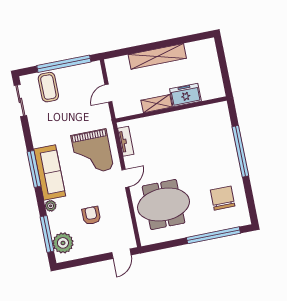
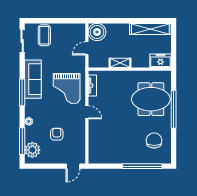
shelving: (157, 56) -> (150, 29), moved
window: (64, 64) -> (59, 21), removed
boiler: (118, 69) -> (97, 32), added
freezer: (185, 95) -> (161, 61), moved
sofa: (50, 172) -> (33, 79), moved
door: (125, 178) -> (87, 112), hinge flipped
meeting table: (164, 205) -> (151, 99), moved

